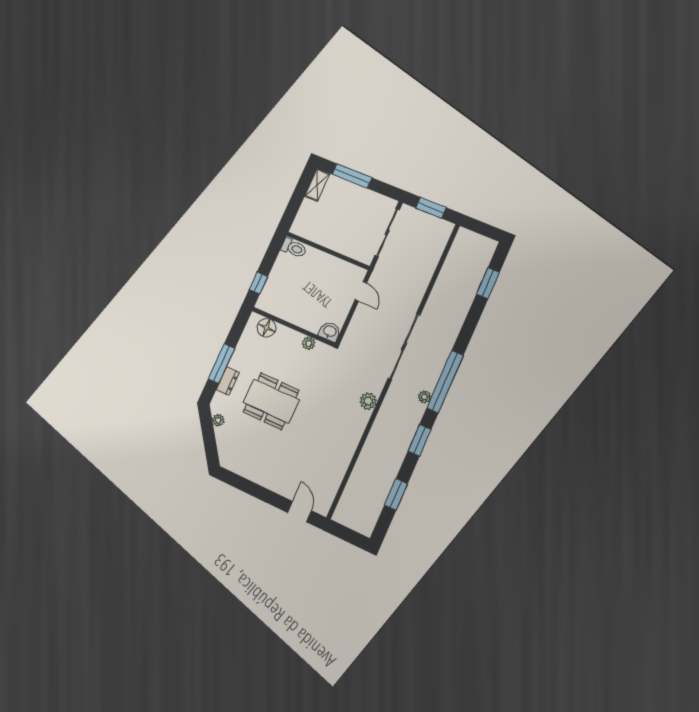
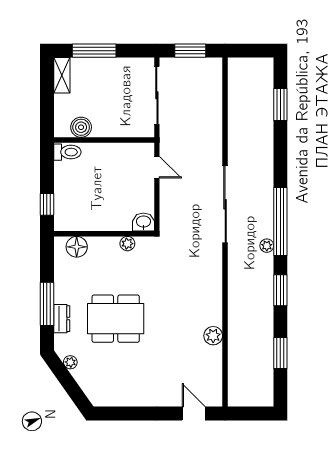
boiler: (314, 233) -> (81, 127), added
plant: (368, 401) -> (213, 336), moved

